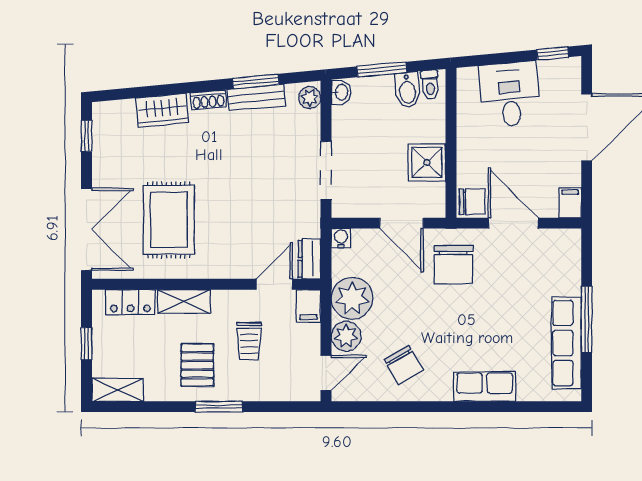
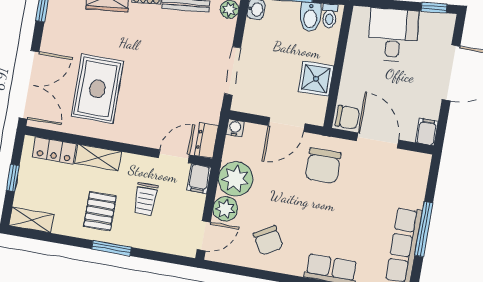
door: (402, 223) -> (287, 125), hinge flipped

